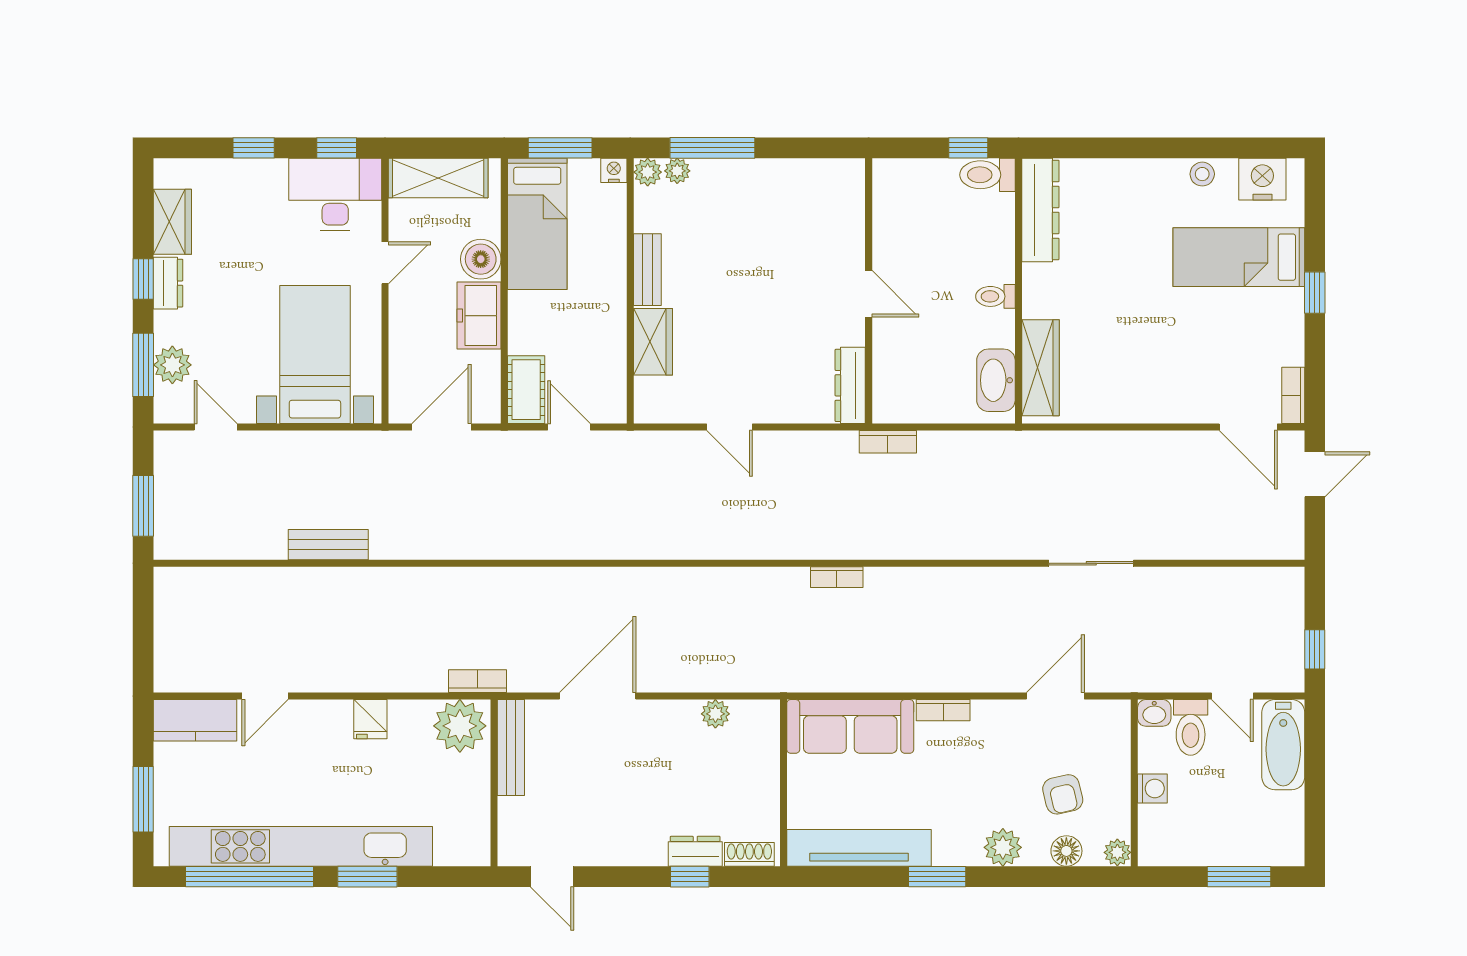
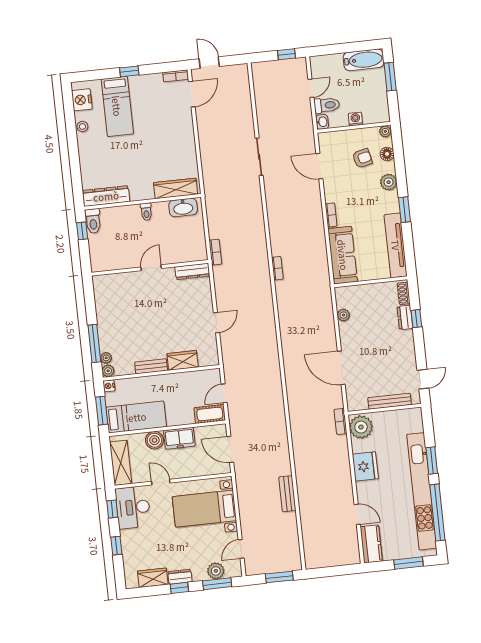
fridge: (370, 719) -> (365, 466), width x1.88, depth x1.34
bathtub: (1283, 745) -> (364, 60), moved
bench: (511, 748) -> (390, 401), moved

